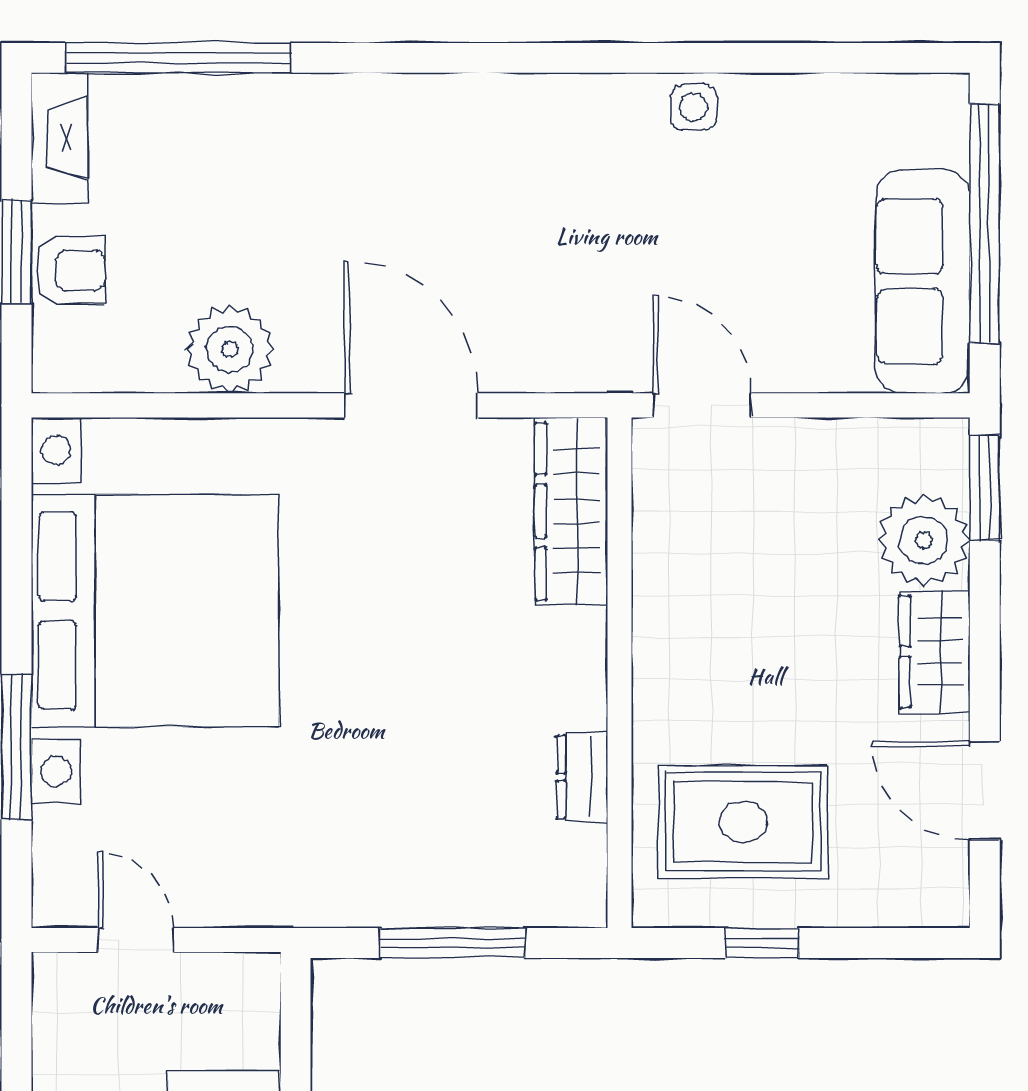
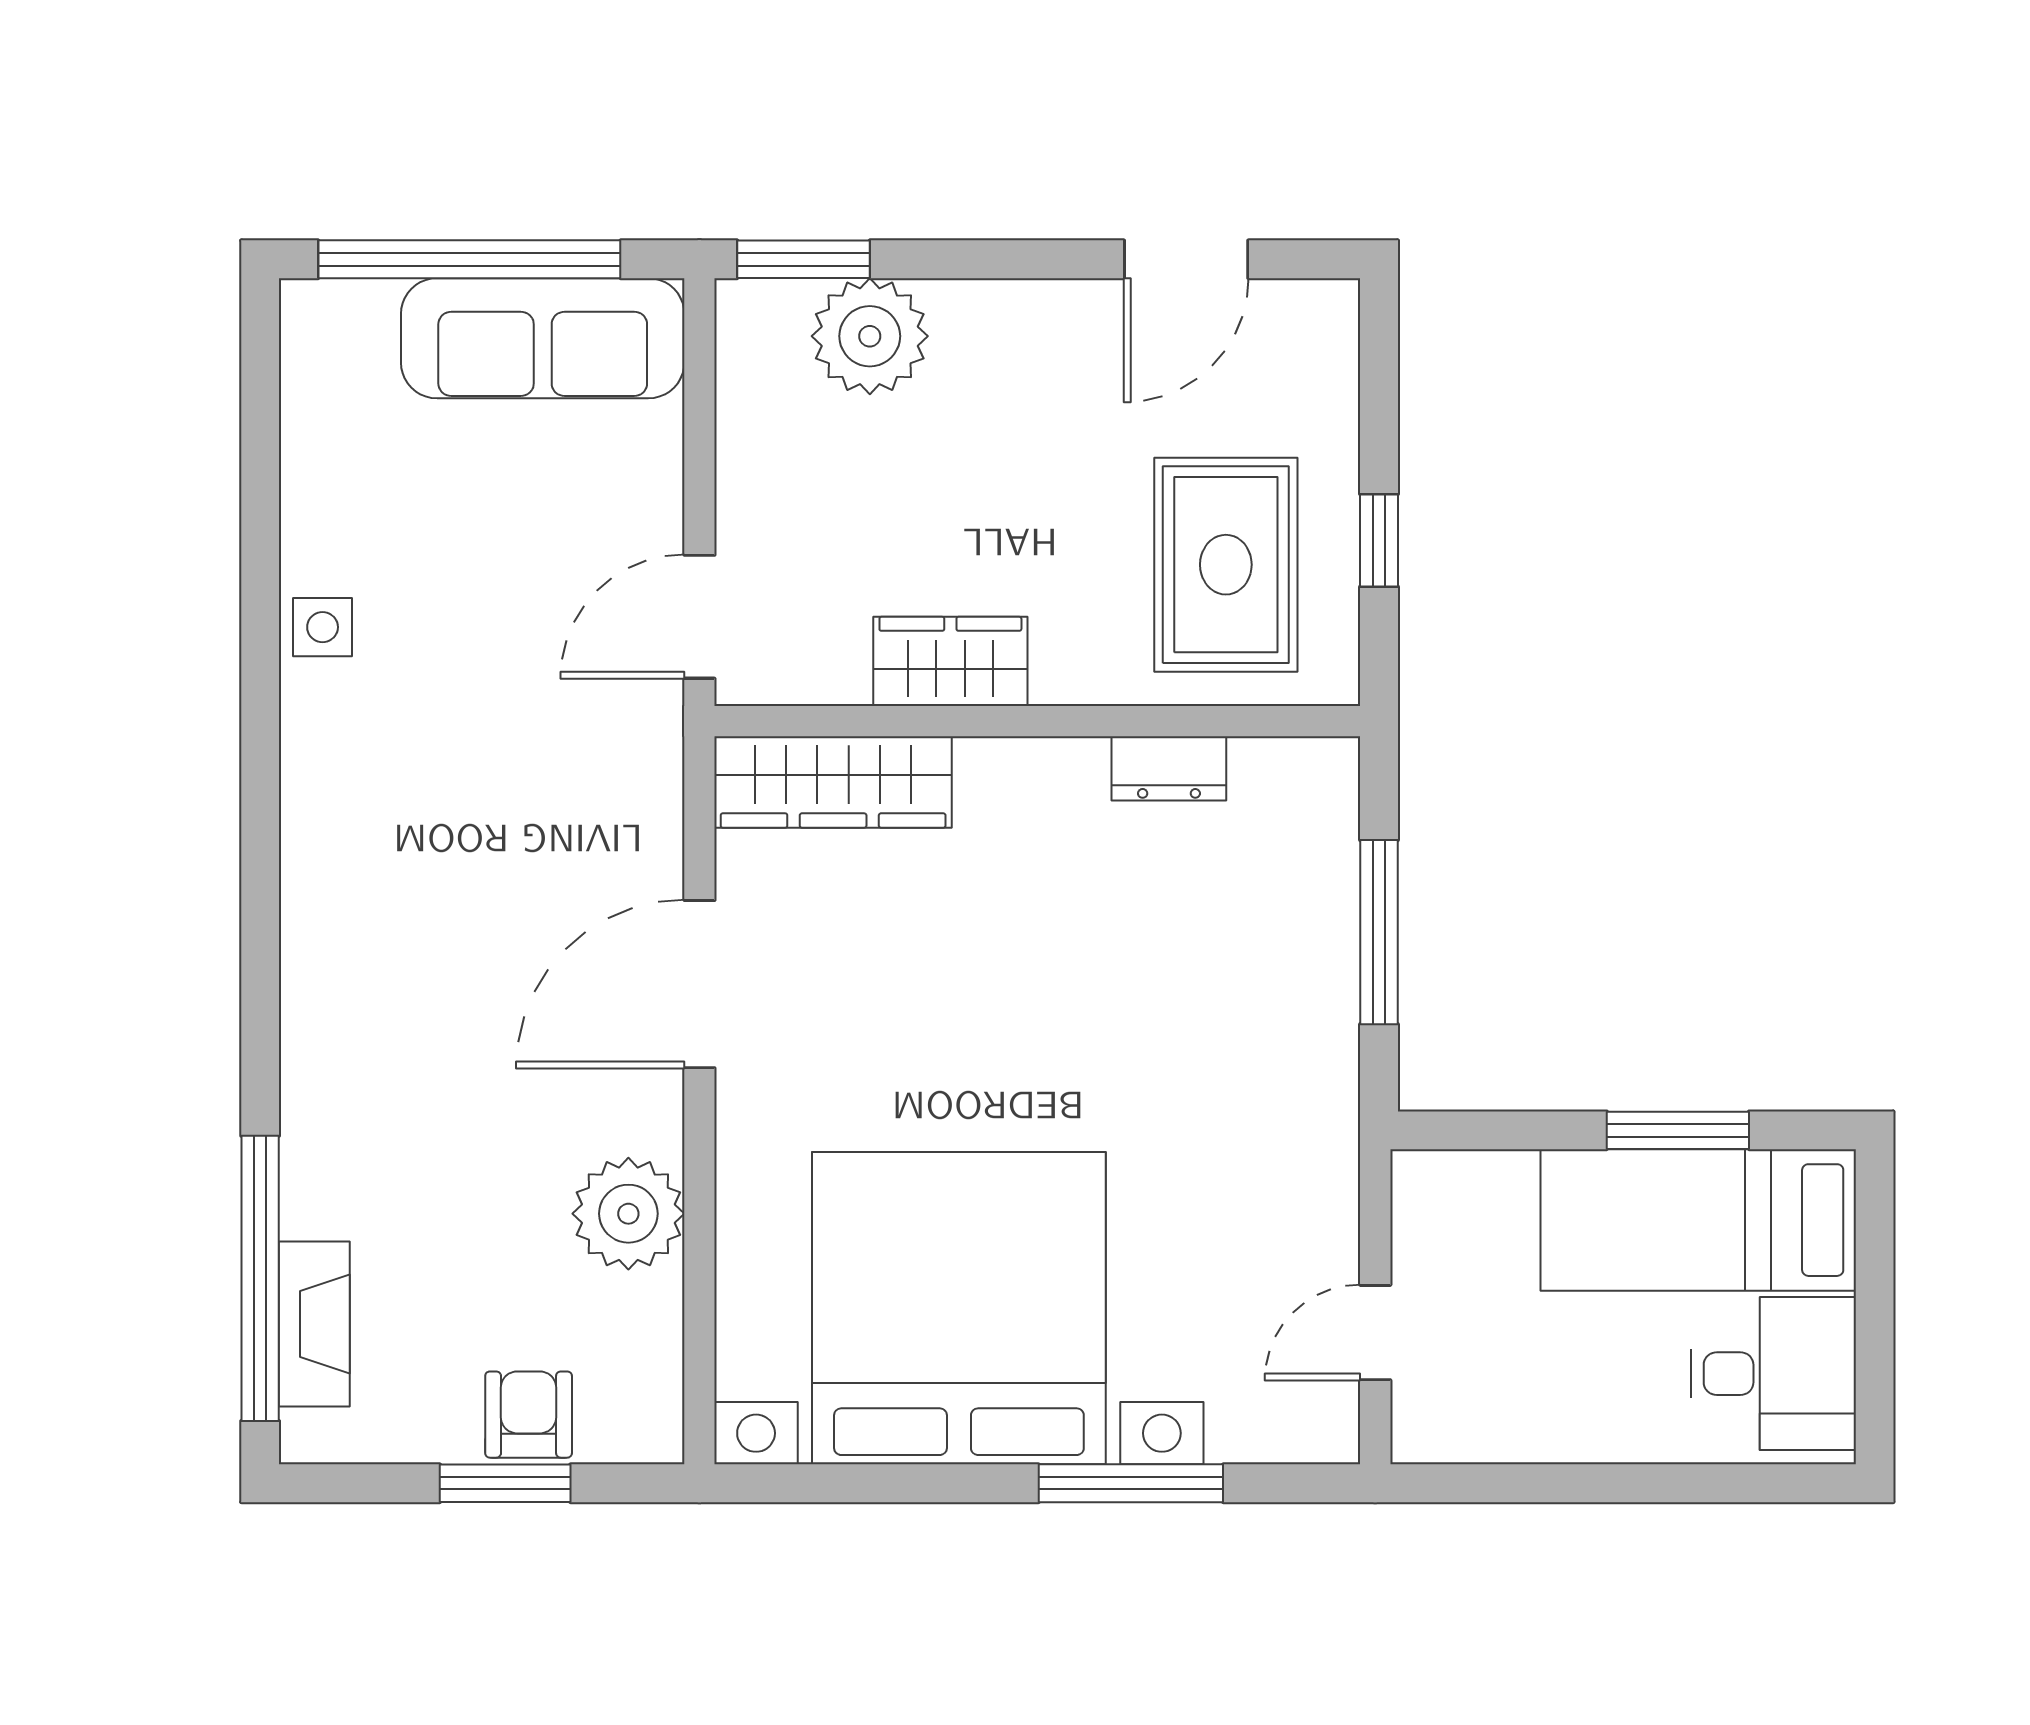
fireplace: (59, 138) -> (314, 1324), moved, turned 90
wardrobe: (935, 652) -> (950, 661), moved, turned 180

